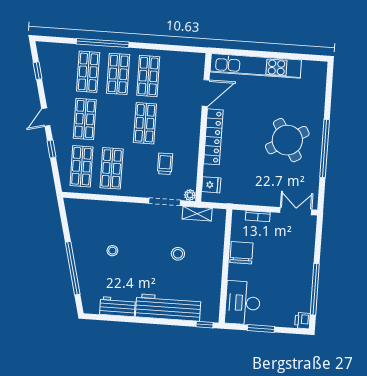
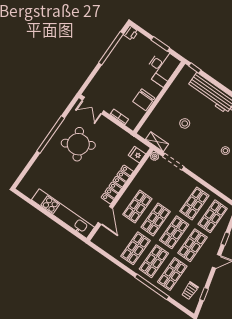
door: (206, 93) -> (105, 215), swing flipped
shop shelf: (115, 121) -> (174, 232), added
shop shelf: (175, 125) -> (137, 207), added
round table: (287, 140) -> (78, 144), moved
trolley: (165, 164) -> (190, 291), moved

